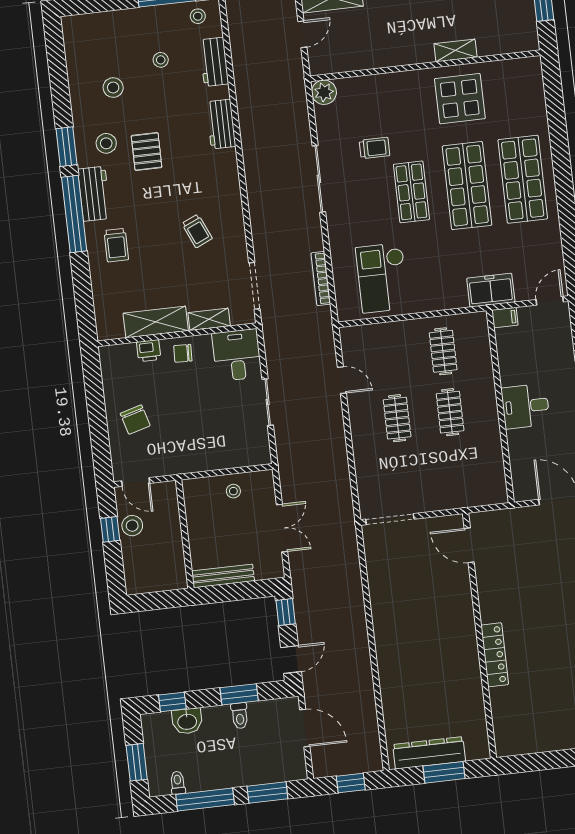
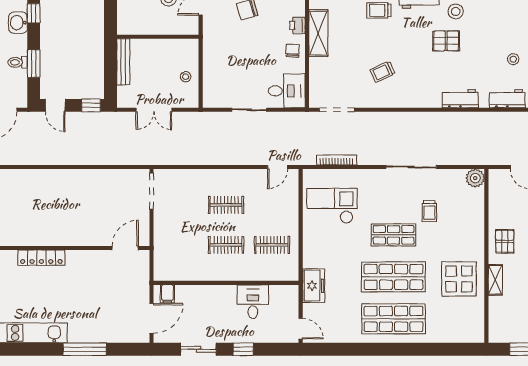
pallet: (403, 44) -> (505, 241), added
stool: (113, 88) -> (497, 21), removed
filing cabinet: (505, 318) -> (167, 294), moved
shelving: (209, 319) -> (316, 73), removed
door: (342, 380) -> (278, 167), moved
desk: (525, 406) -> (253, 302), moved

